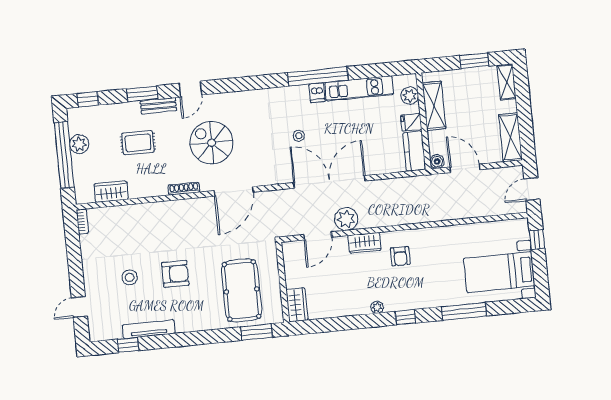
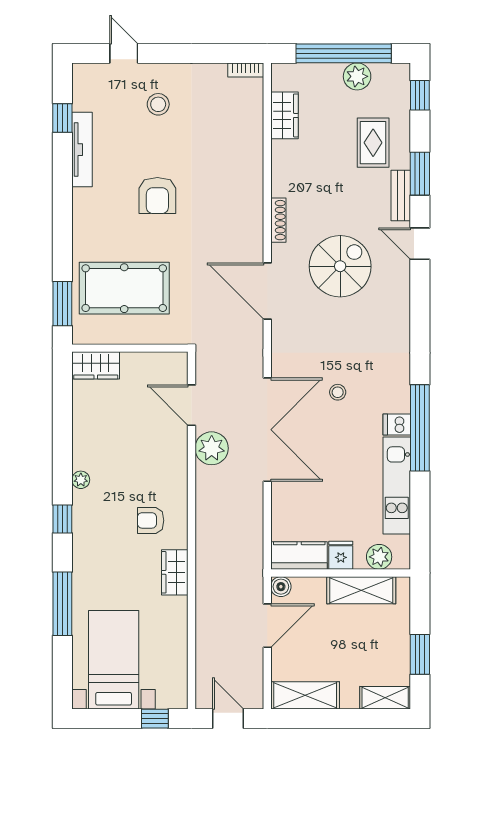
rug: (138, 143) -> (373, 143), moved
wardrobe: (365, 243) -> (175, 572), moved
stool: (130, 277) -> (158, 104), moved

